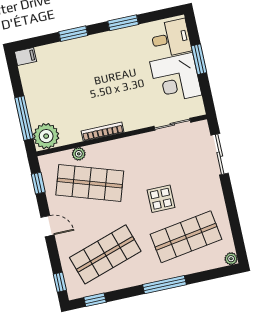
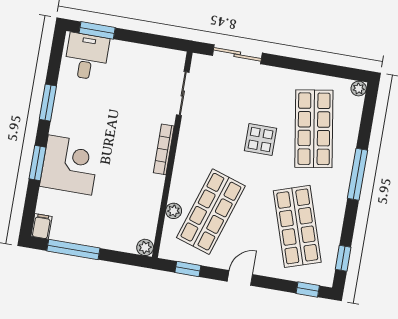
window: (199, 59) -> (97, 30), moved
corner desk: (176, 78) -> (70, 165), moved, turned -90
window: (24, 118) -> (73, 249), moved
bookcase: (103, 132) -> (164, 149), moved
plant: (46, 136) -> (145, 247), width x0.53, depth x0.53

